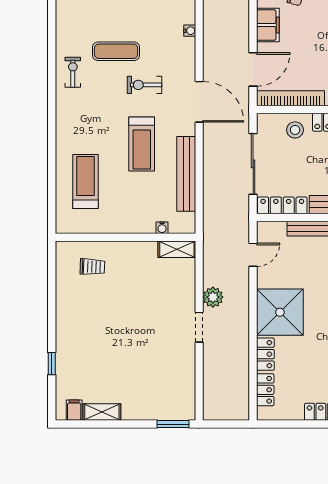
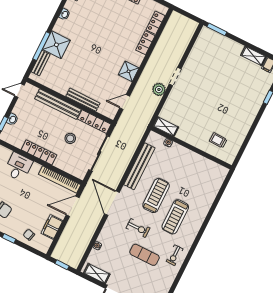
stool: (295, 130) -> (70, 138), moved
treadmill: (86, 181) -> (175, 217), moved
shower: (280, 312) -> (129, 71), width x0.54, depth x0.54

